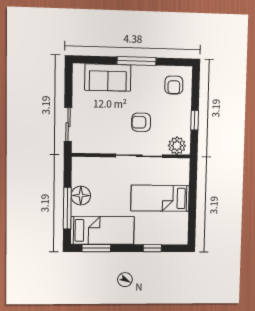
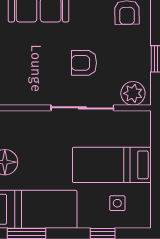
side table: (164, 226) -> (117, 203), added

